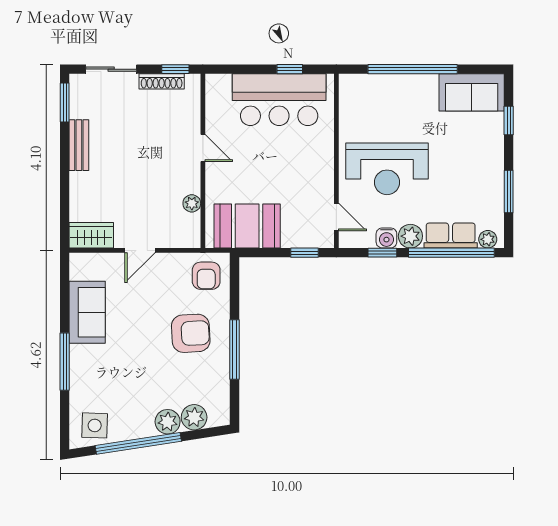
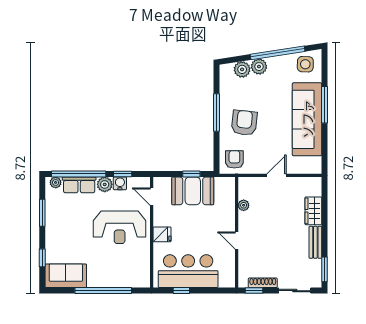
fridge: (320, 158) -> (162, 234), added
reception desk: (387, 169) -> (120, 227), turned 180
booth: (247, 226) -> (193, 191), moved
wardrobe: (91, 235) -> (313, 211), moved, turned 90
window: (304, 253) -> (191, 174), moved
sofa: (87, 312) -> (307, 119), width x1.85, depth x1.27
armchair: (191, 333) -> (244, 123), turned 99

